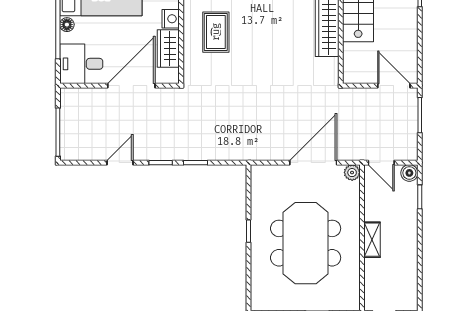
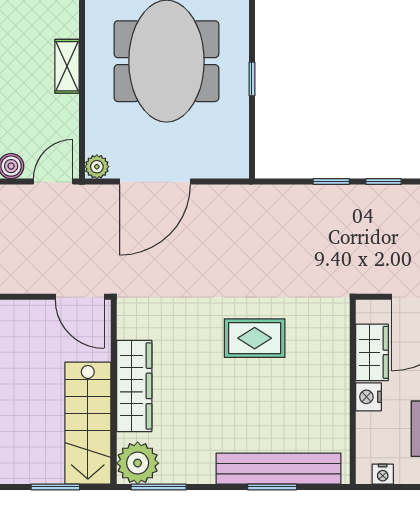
rug: (216, 32) -> (255, 338), moved, turned 90
door: (394, 86) -> (80, 297), moved
door: (381, 163) -> (53, 182), hinge flipped

